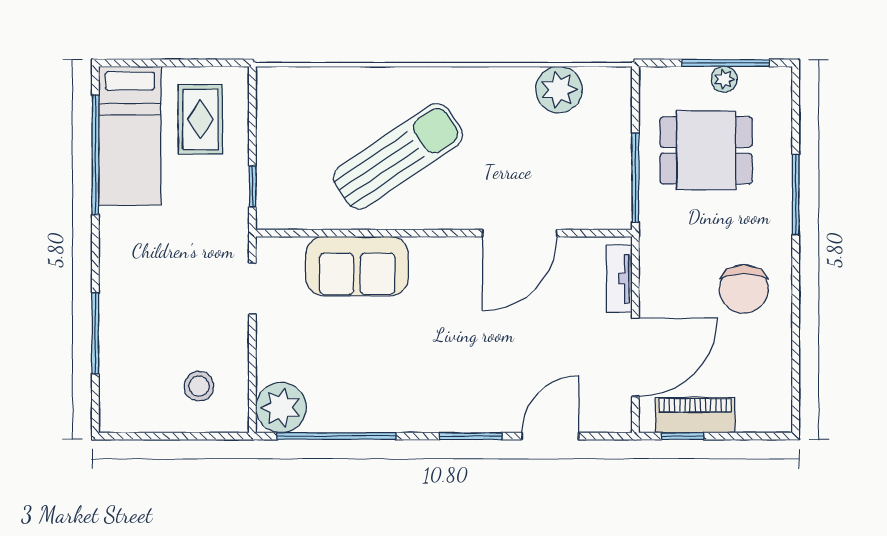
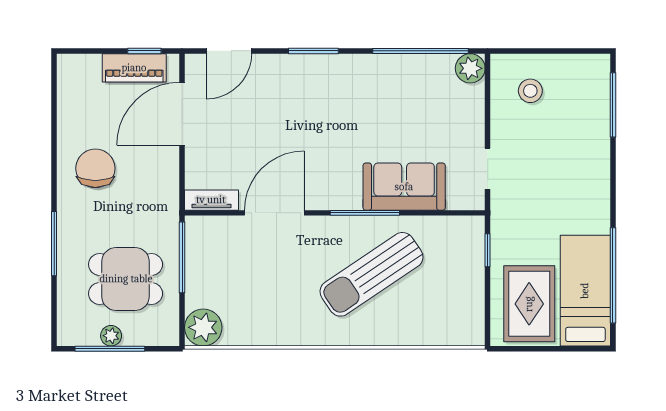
plant: (559, 90) -> (203, 327), moved
rug: (200, 119) -> (529, 304), width x1.36, depth x1.43
window: (406, 233) -> (365, 213), added
tv unit: (619, 279) -> (211, 200), moved, turned -90
window: (95, 333) -> (613, 105), moved
plant: (281, 408) -> (470, 68), width x0.73, depth x0.73
door: (550, 436) -> (229, 51), moved

